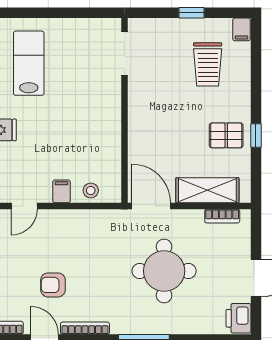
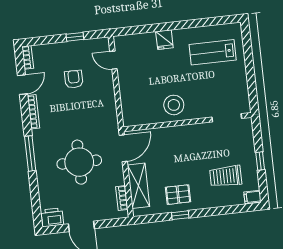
lab bench: (29, 63) -> (213, 52), turned 180
pallet: (226, 135) -> (178, 195), turned 90
filing cabinet: (61, 191) -> (126, 85), removed
stool: (91, 191) -> (174, 105), moved, width x1.89, depth x1.89
armchair: (53, 285) -> (74, 79), moved

